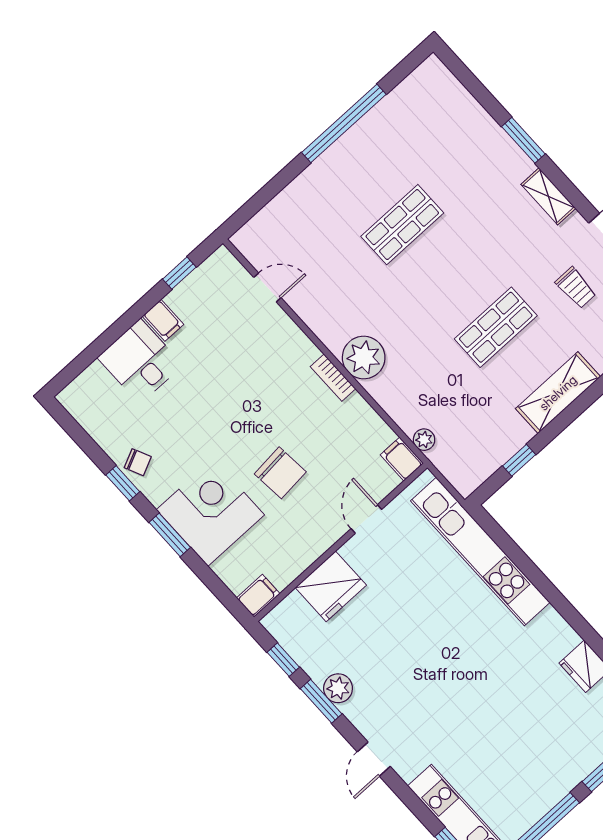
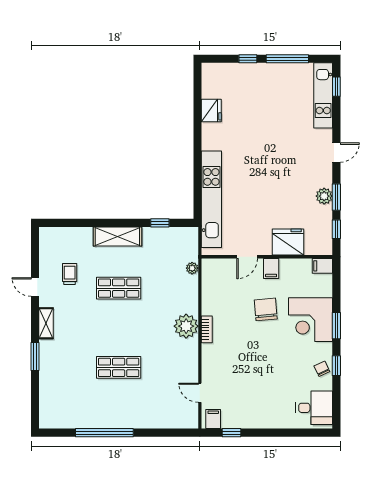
filing cabinet: (163, 320) -> (213, 419), moved
desk: (140, 361) -> (314, 408), moved, turned -90
filing cabinet: (402, 459) -> (271, 268), moved

